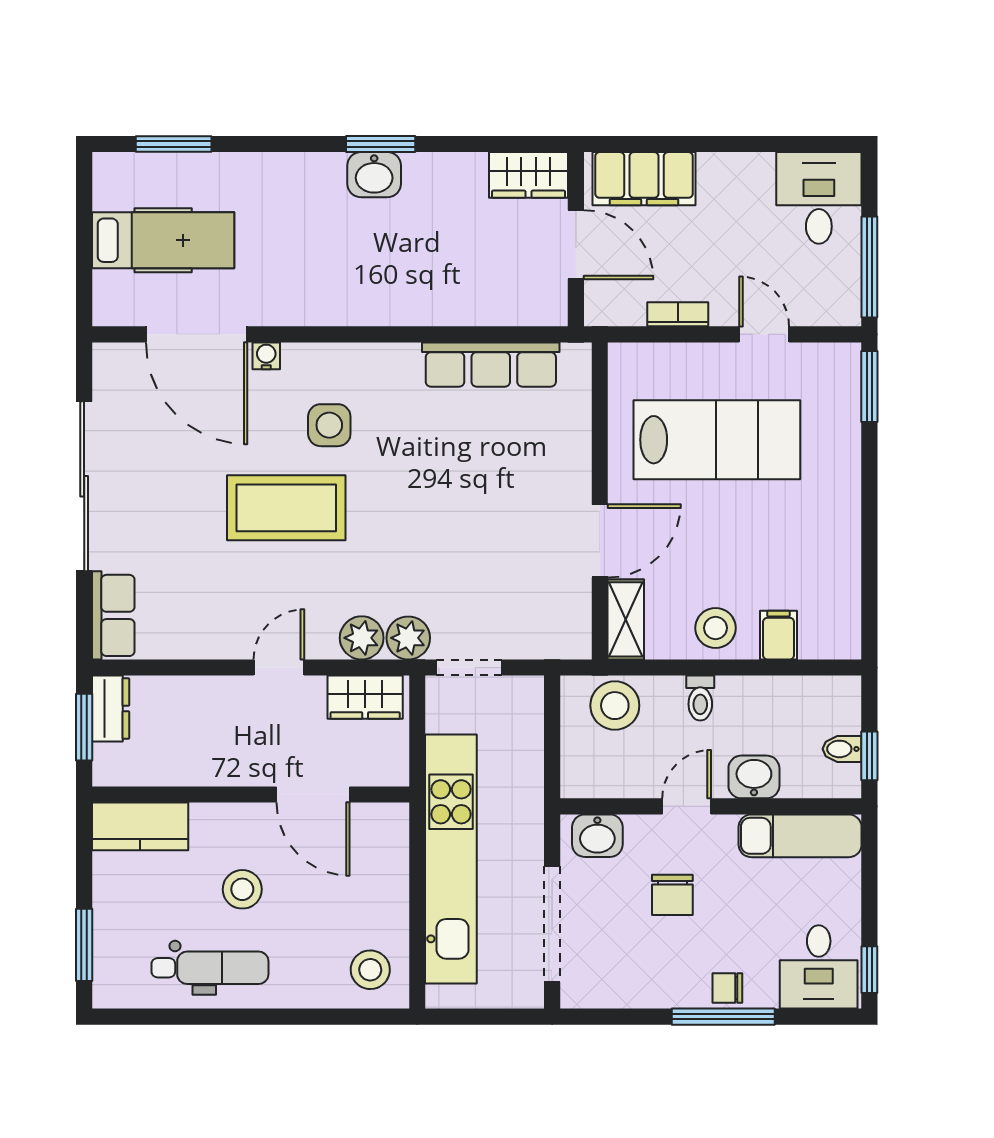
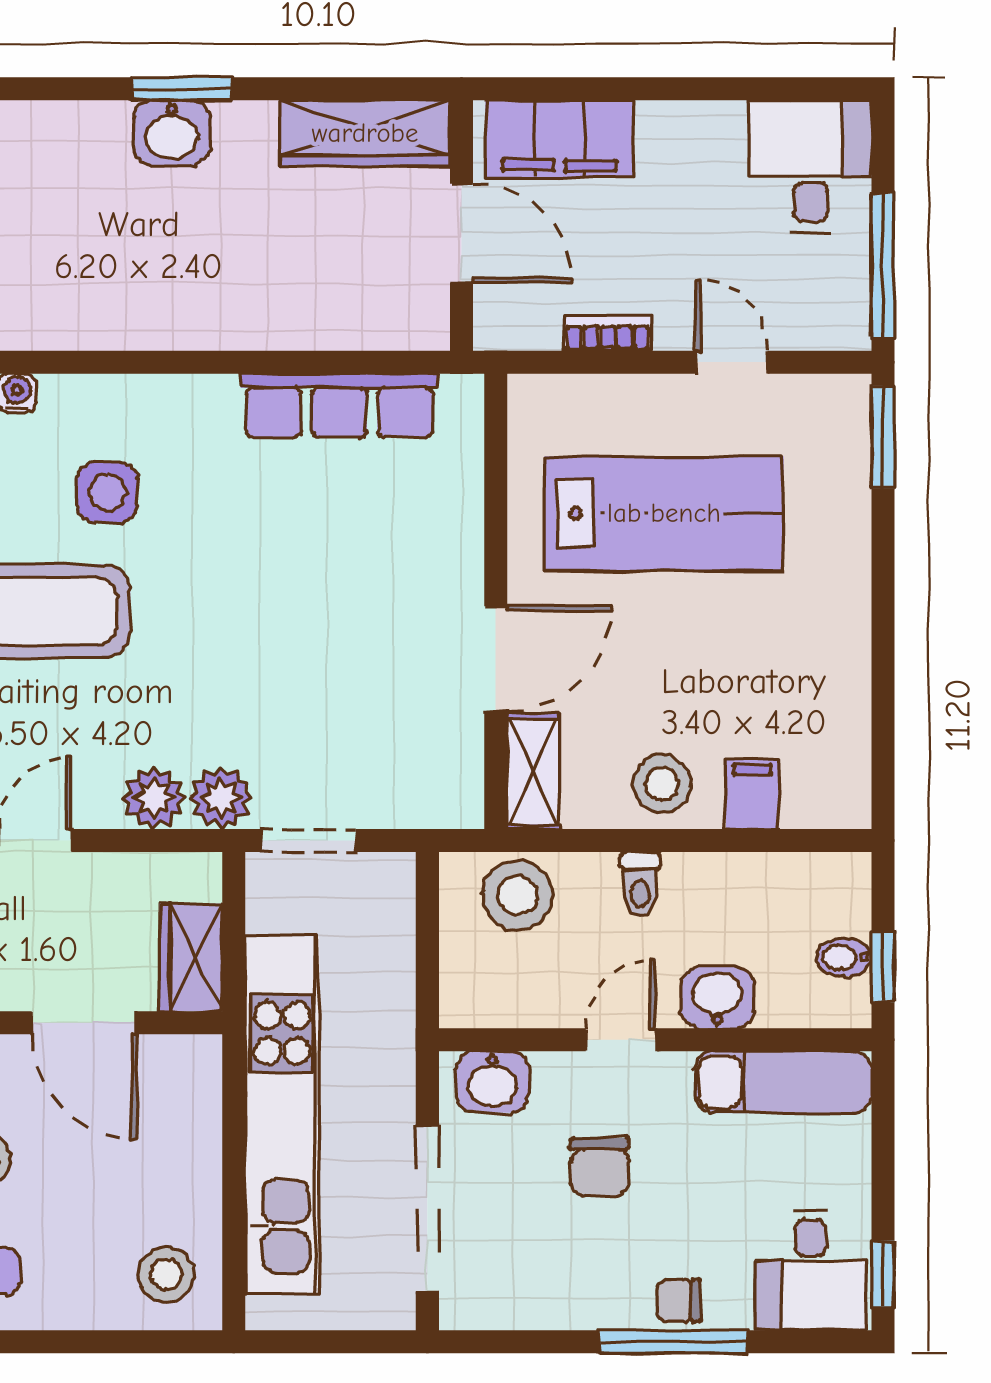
wardrobe: (528, 175) -> (365, 133), width x1.50
wardrobe: (365, 697) -> (191, 957), moved, turned 90

